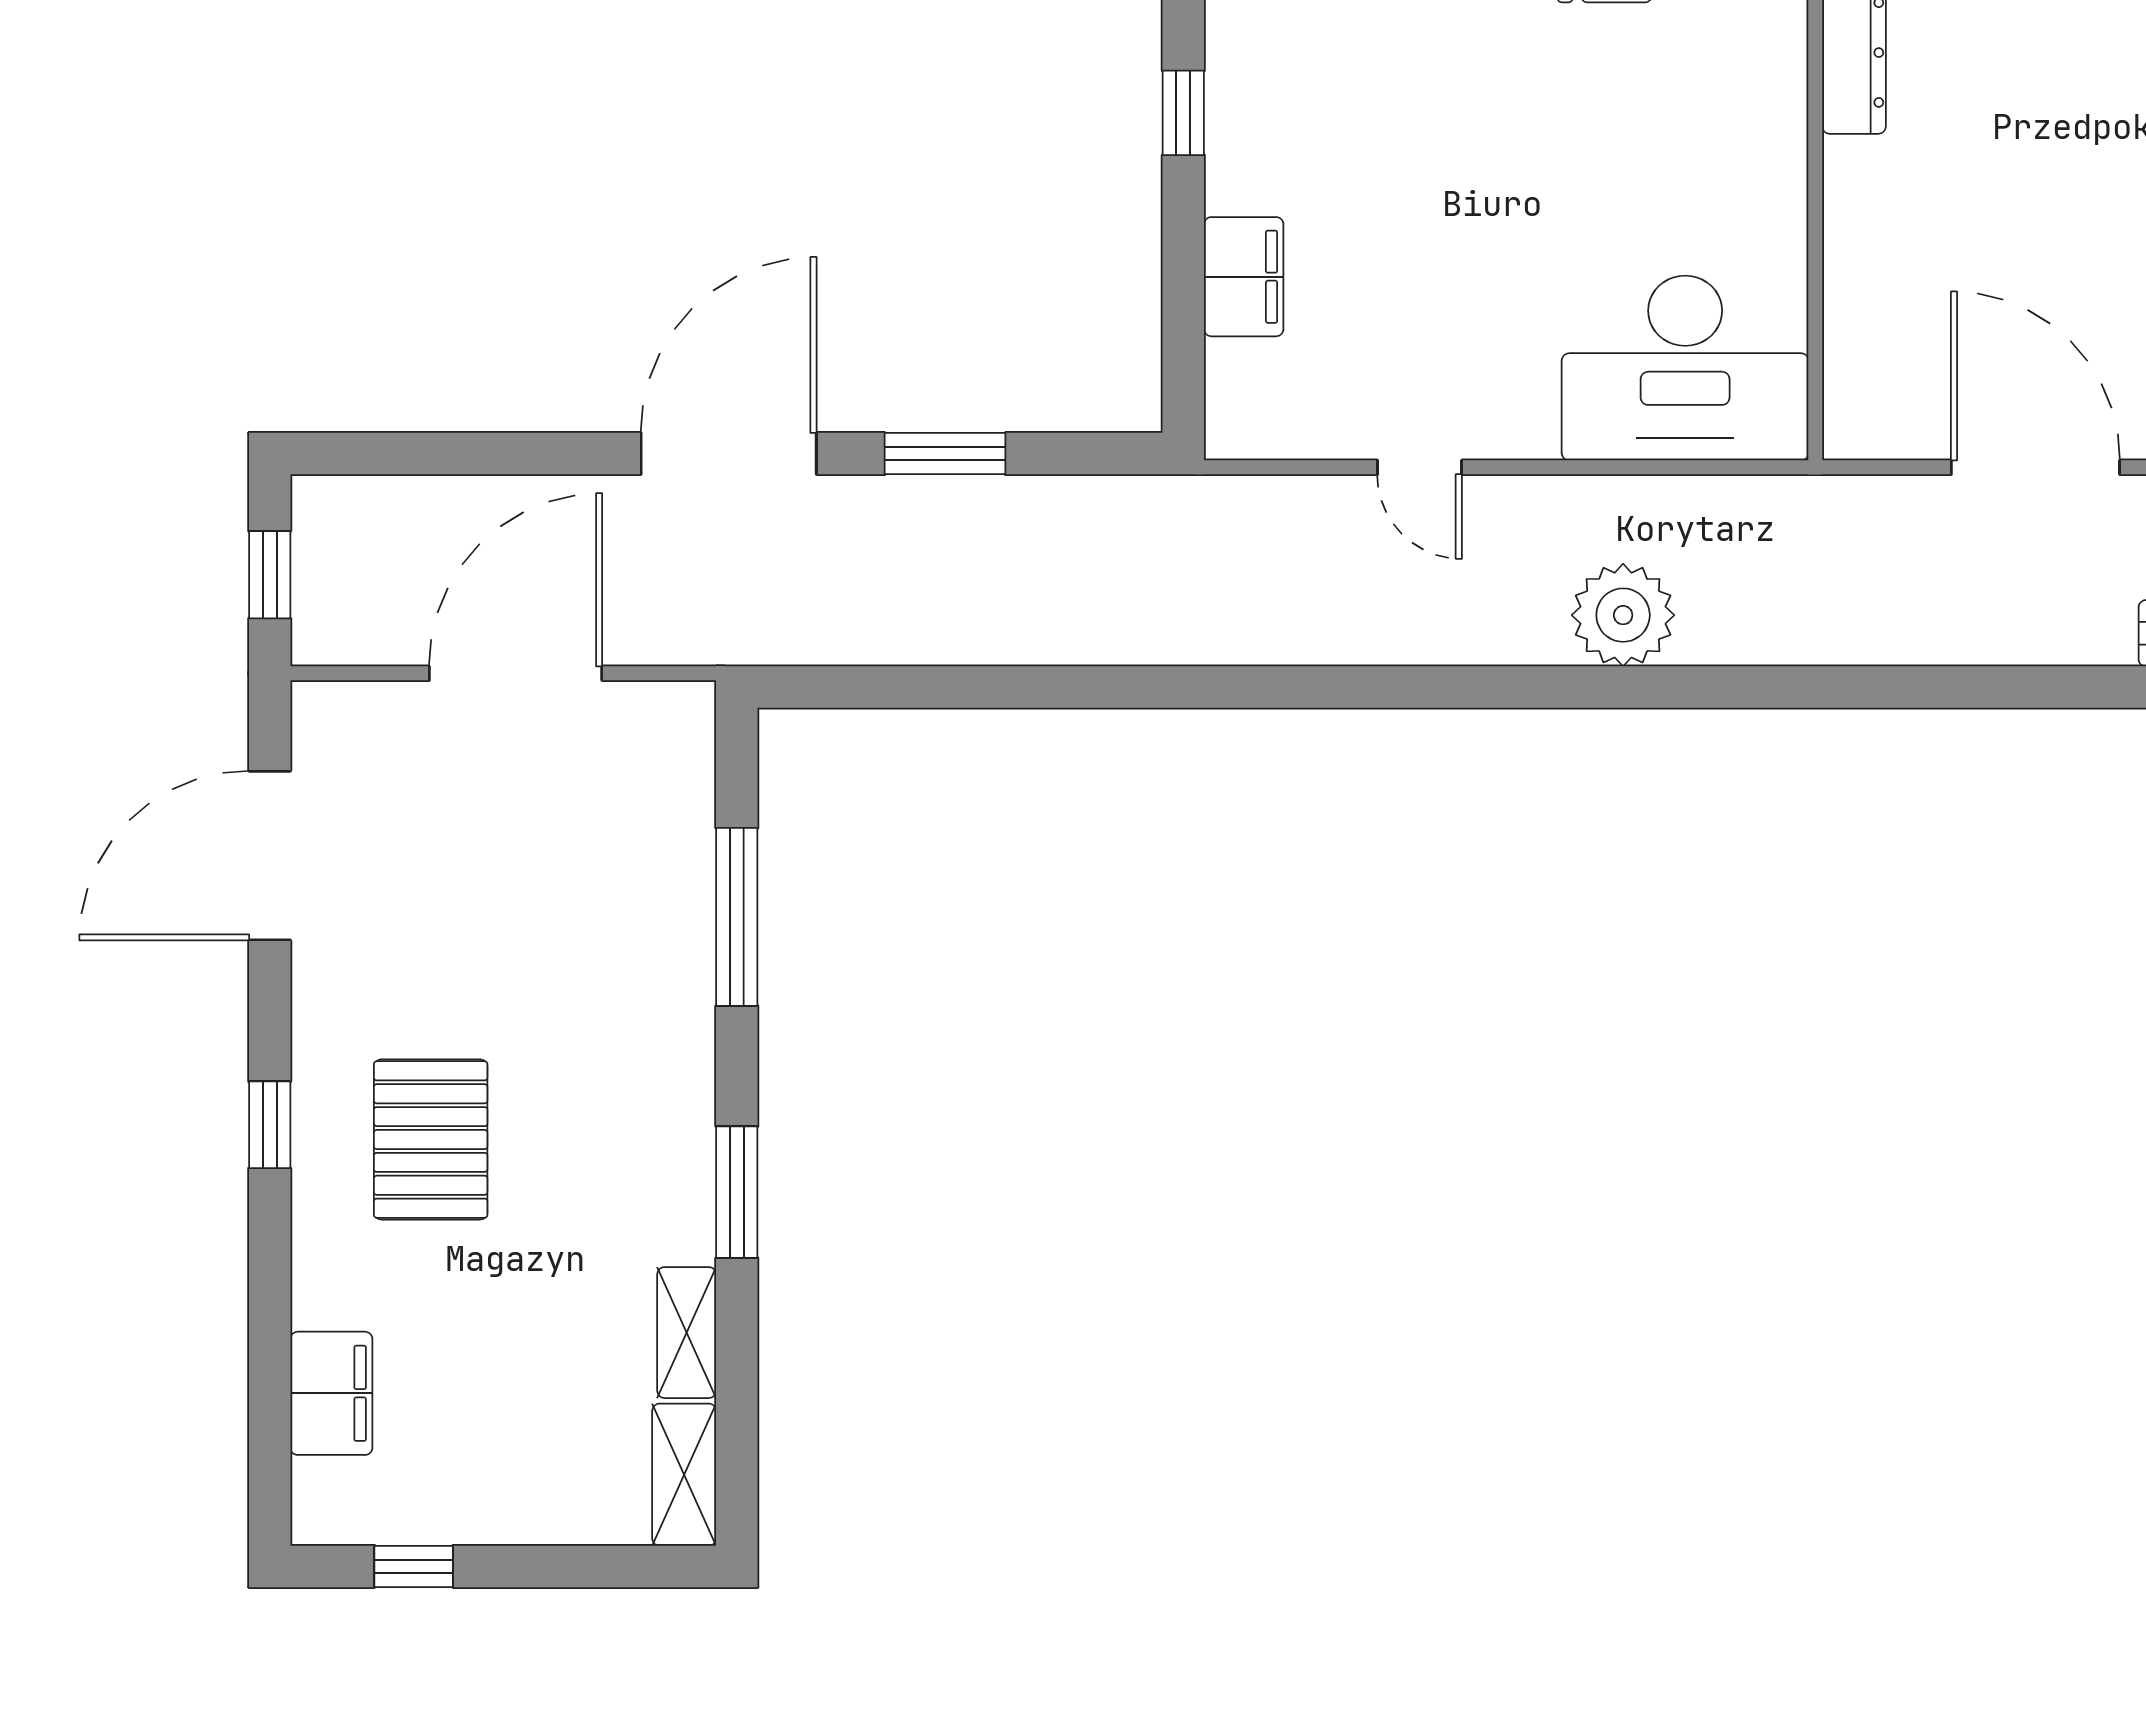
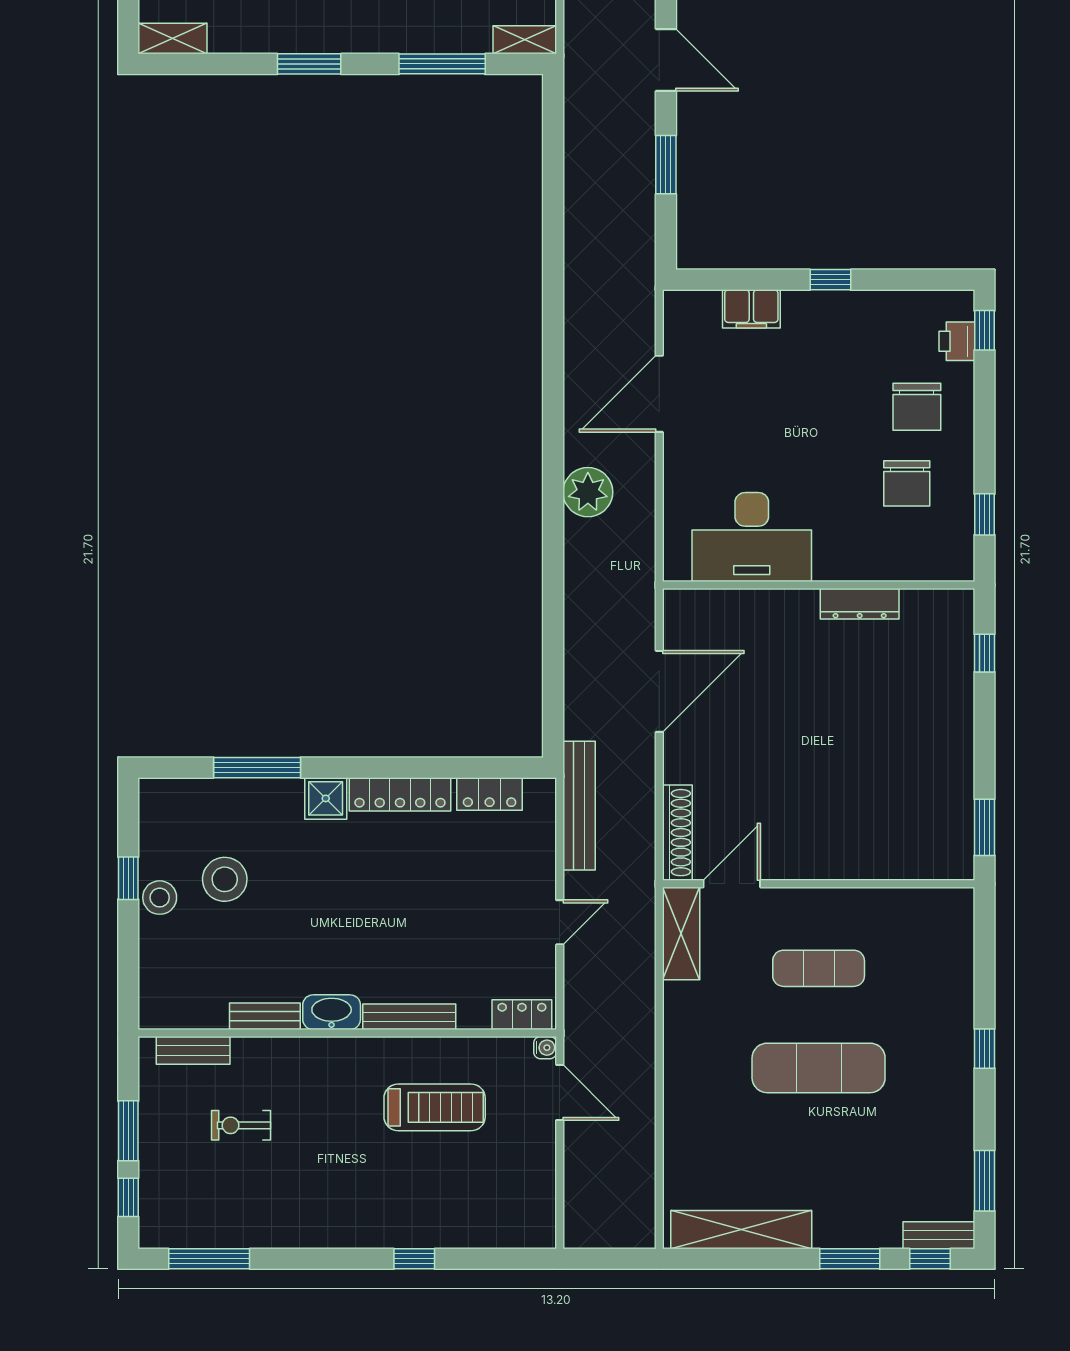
desk: (1685, 368) -> (752, 537), moved, turned -90
door: (729, 454) -> (666, 60), width x0.73
door: (1420, 467) -> (659, 394), width x1.87
shelving: (687, 1333) -> (525, 40), moved

